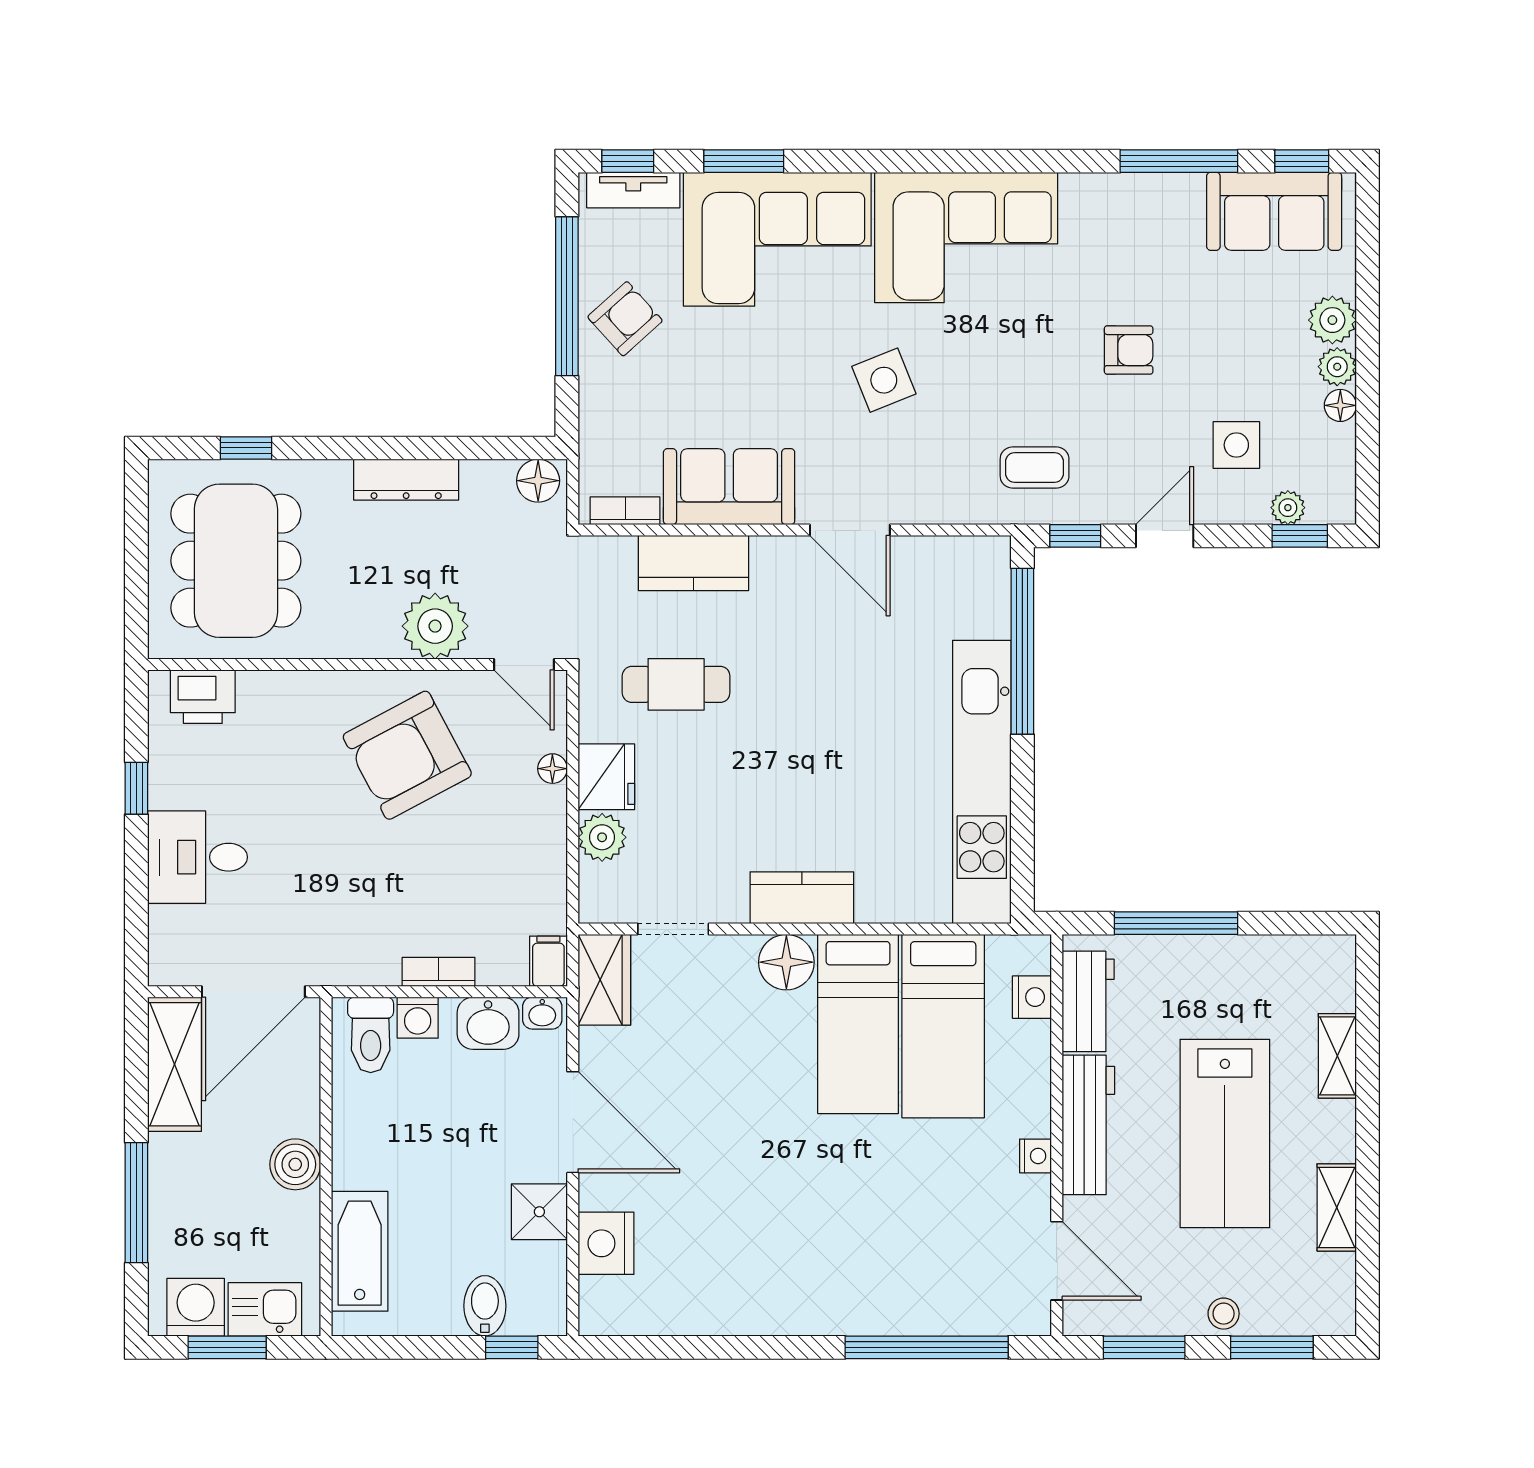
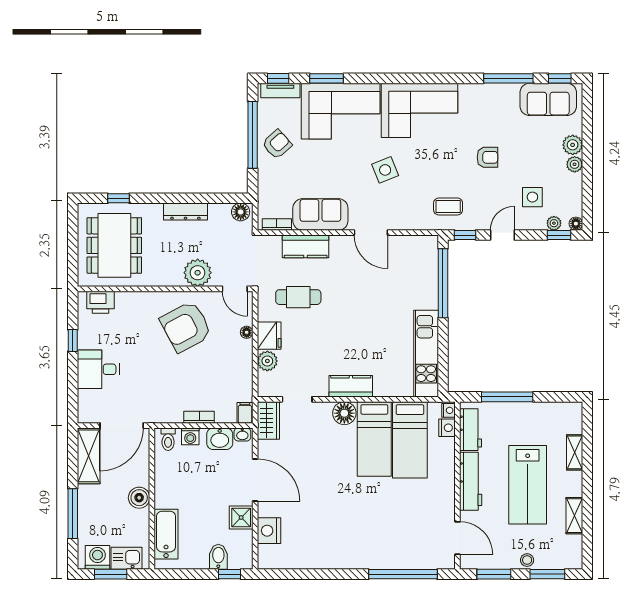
floor lamp: (1340, 405) -> (576, 224), moved
kitchen unit: (982, 782) -> (426, 354), width x0.73
toilet: (371, 1035) -> (168, 439), width x0.73, depth x0.72
nightstand: (1036, 1156) -> (448, 410), moved

